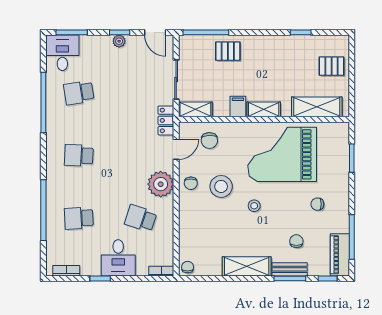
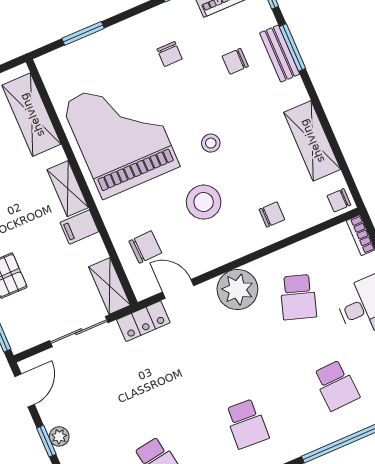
grand piano: (282, 154) -> (121, 135), turned 180
chair: (191, 183) -> (272, 215), moved
shelving: (247, 266) -> (312, 141), moved

